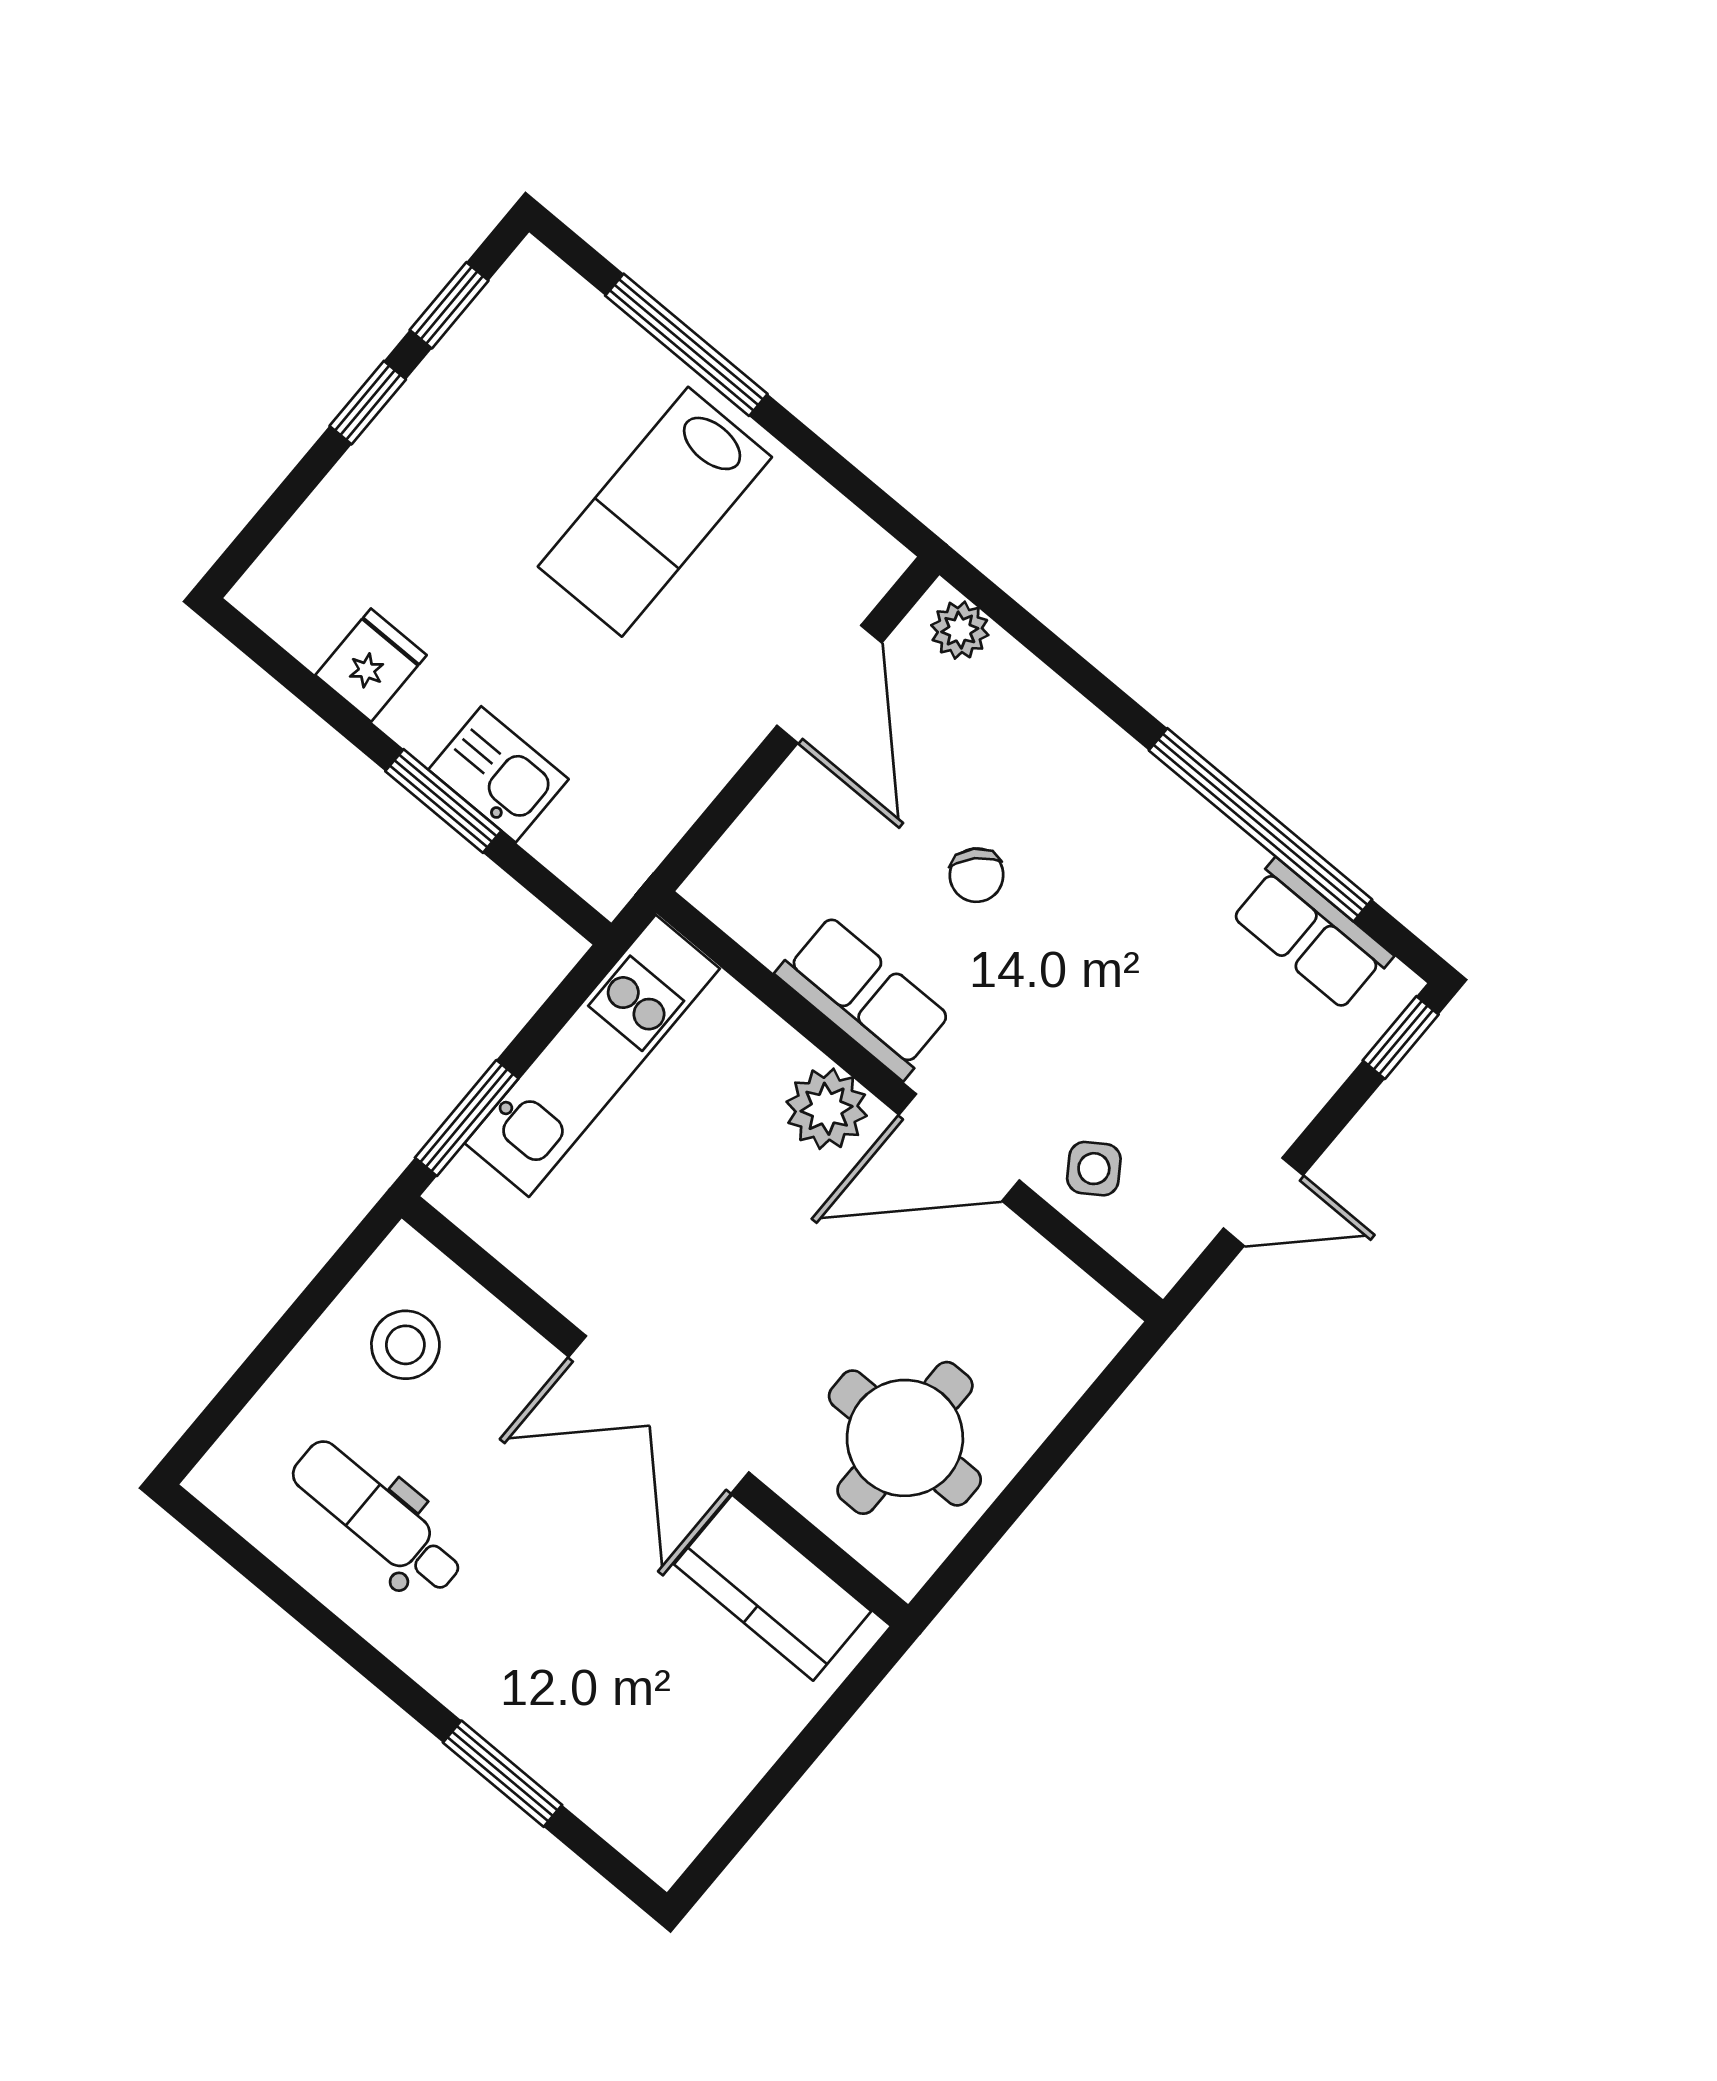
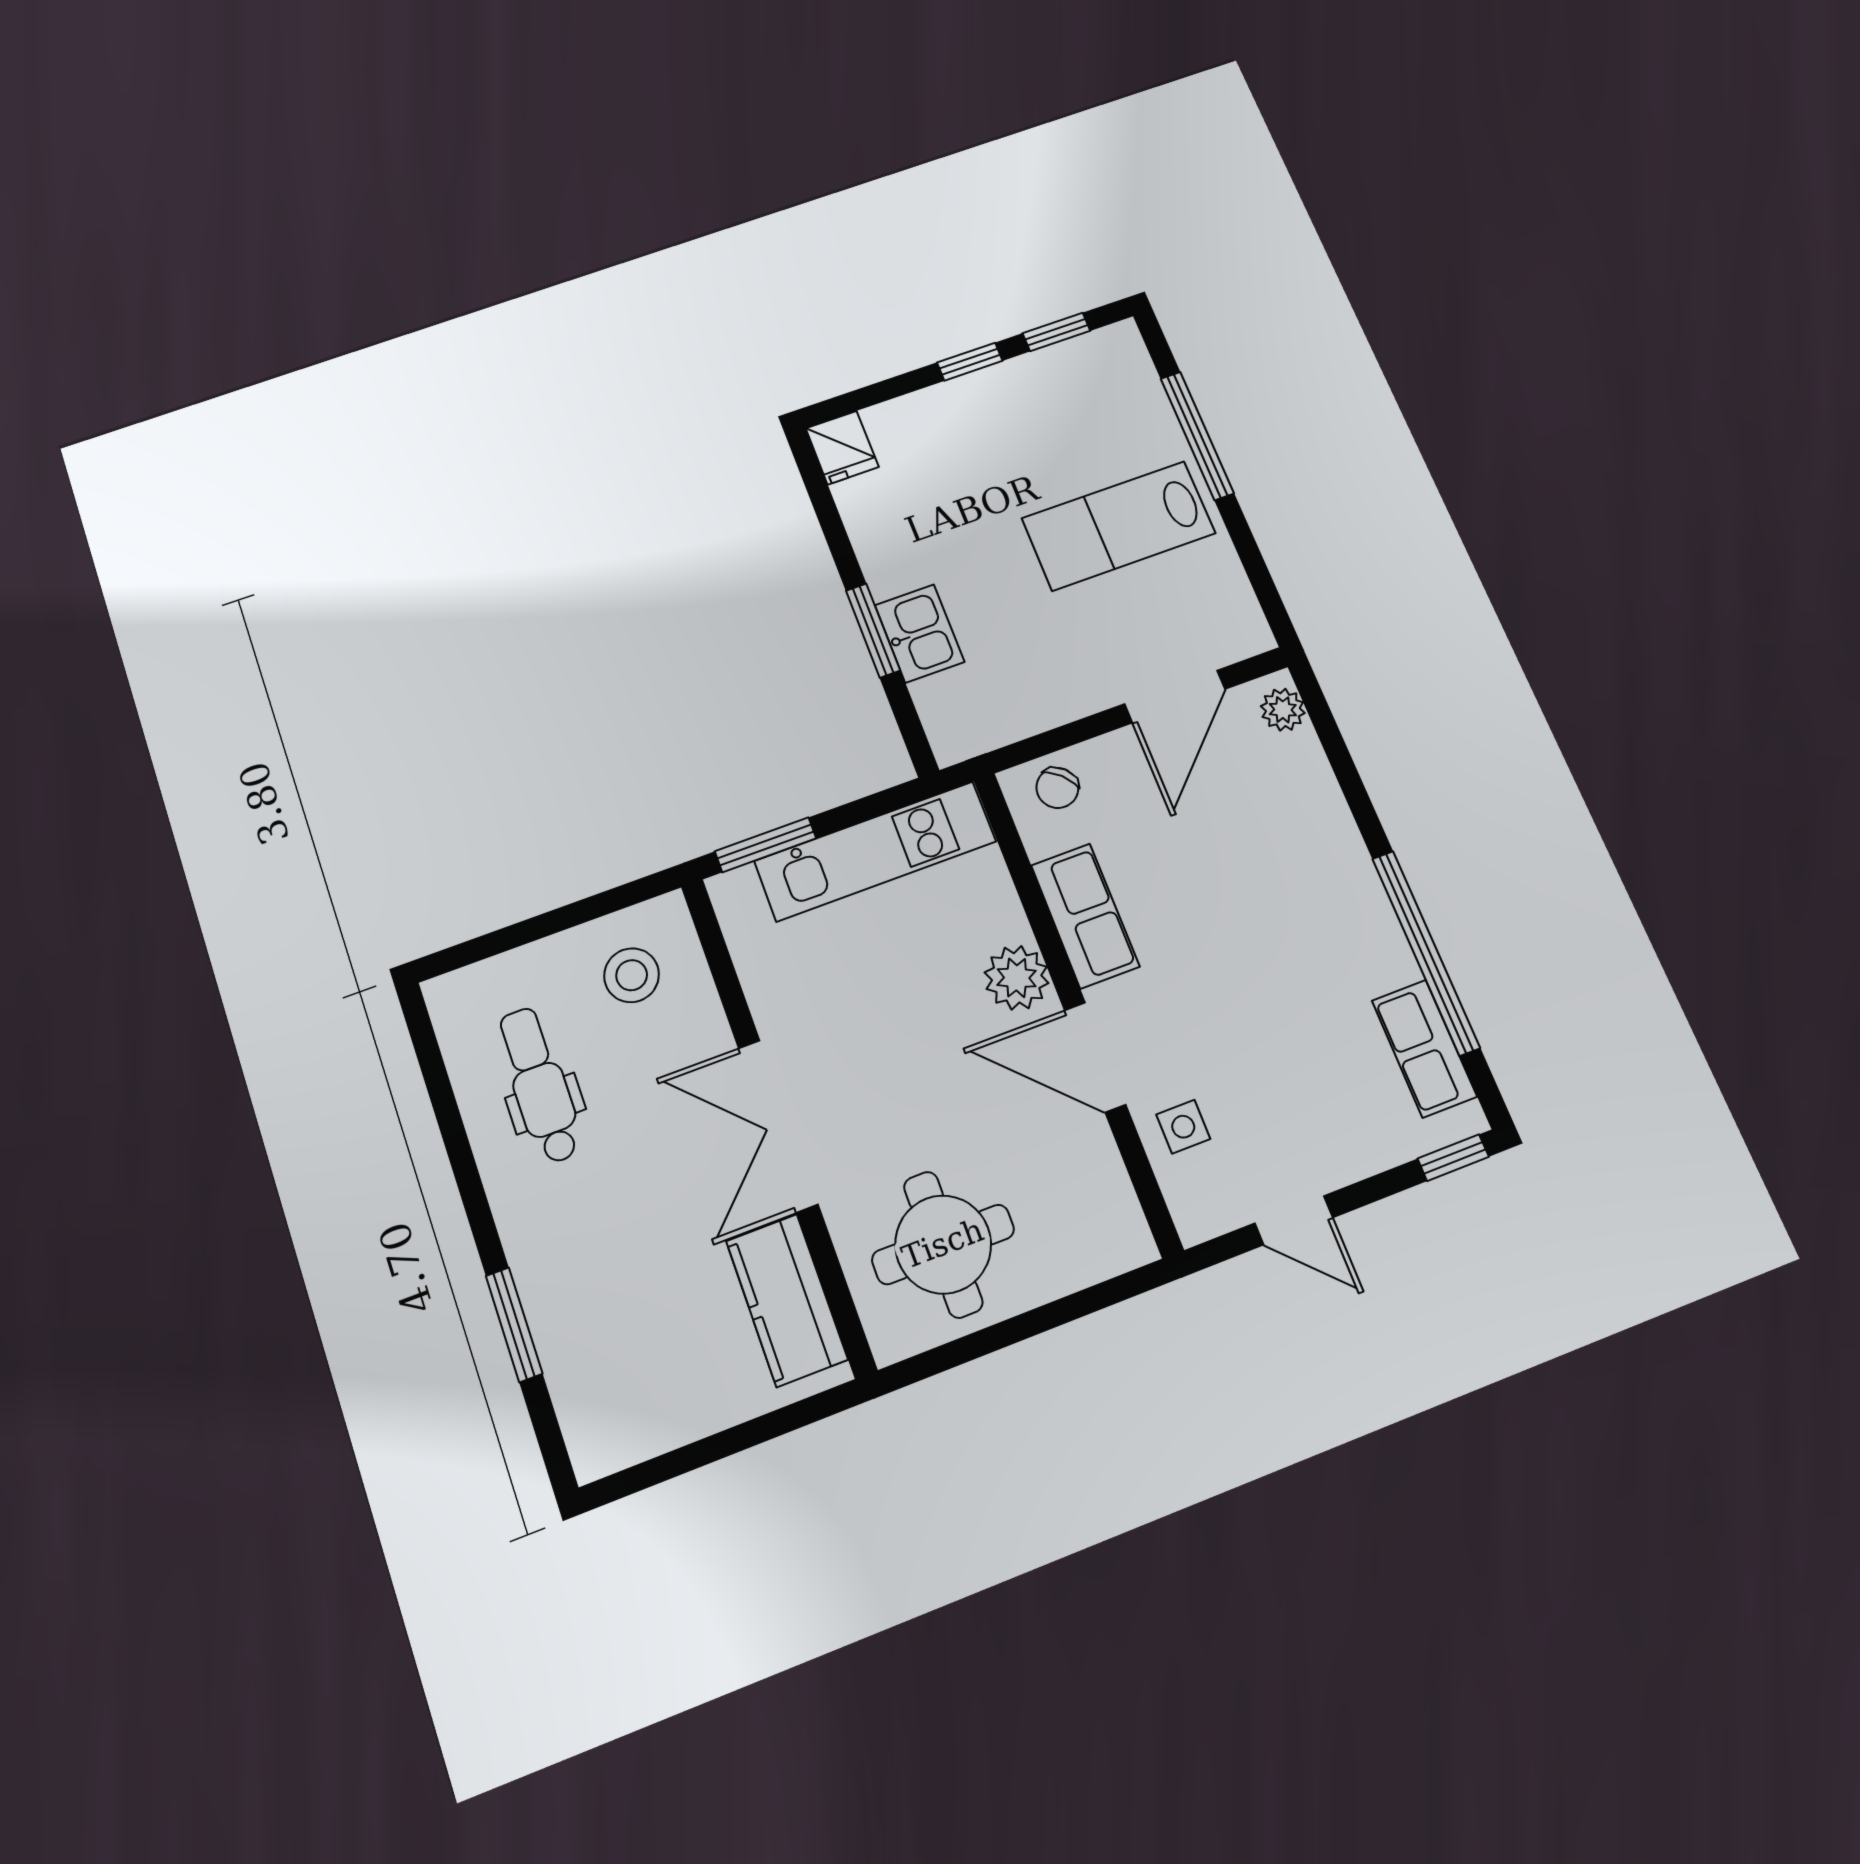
fridge: (371, 665) -> (842, 448), moved, turned 90
chair: (977, 875) -> (1057, 788), moved
side table: (1094, 1169) -> (1183, 1127), turned 34

